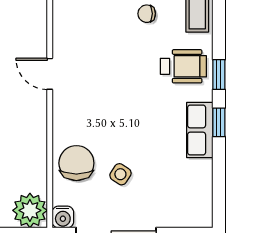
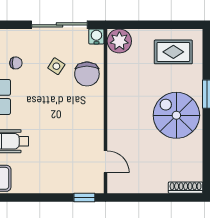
chair: (147, 14) -> (16, 63), moved
door: (50, 74) -> (106, 162), moved

